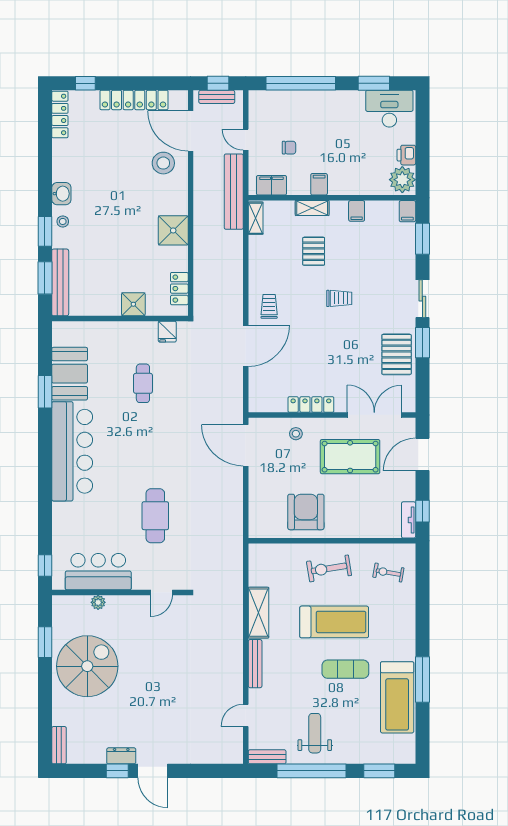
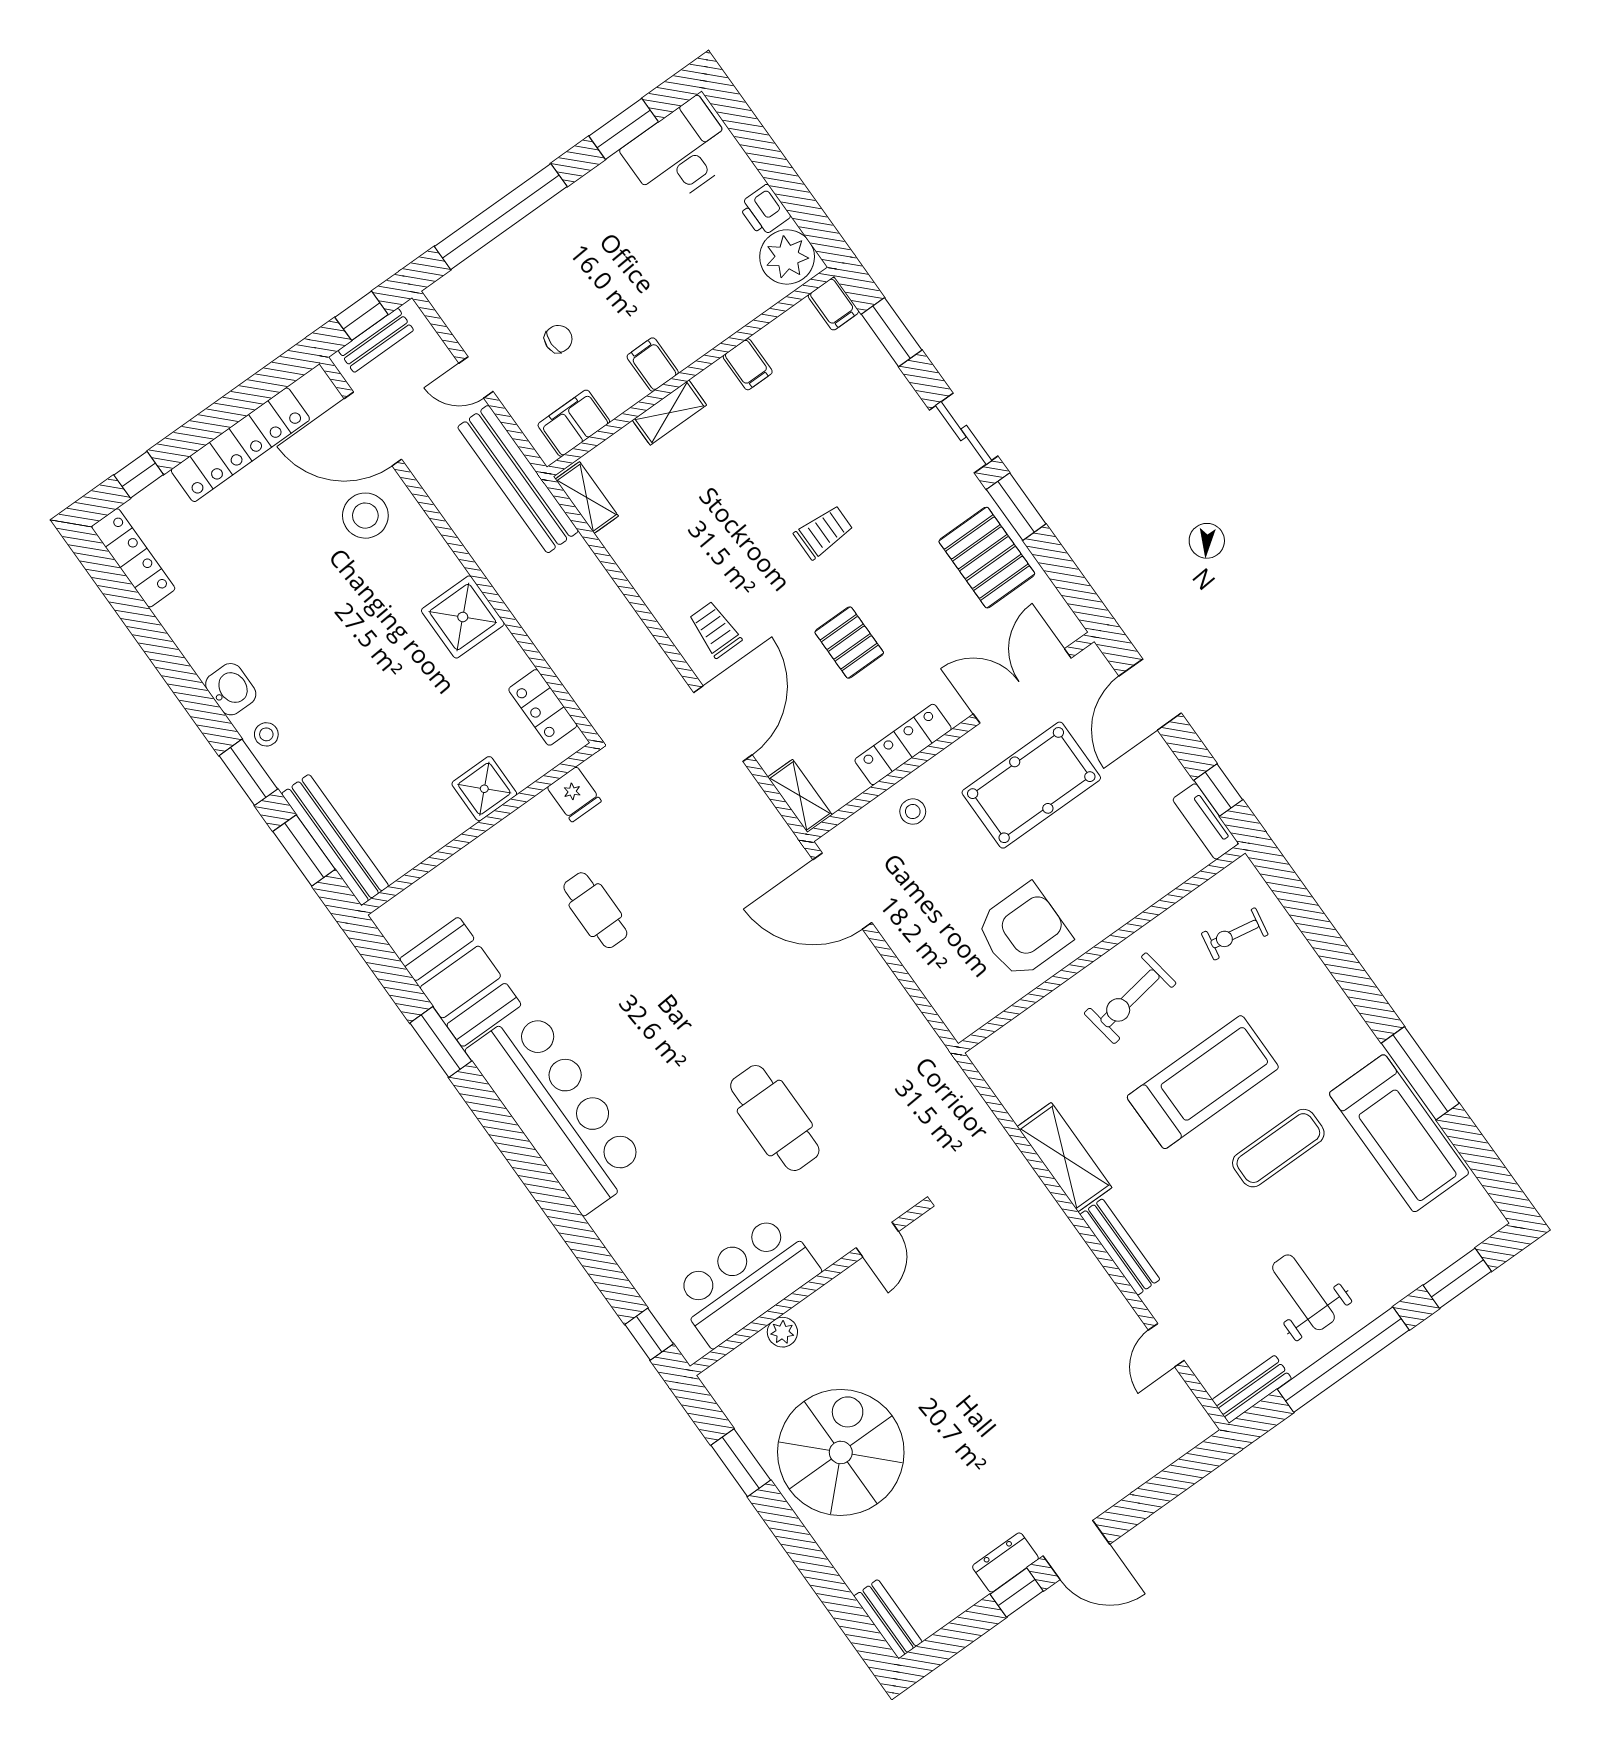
pallet: (314, 251) -> (849, 643), moved
shelving: (256, 396) -> (800, 796), added
armchair: (306, 512) -> (1023, 931), turned 90

